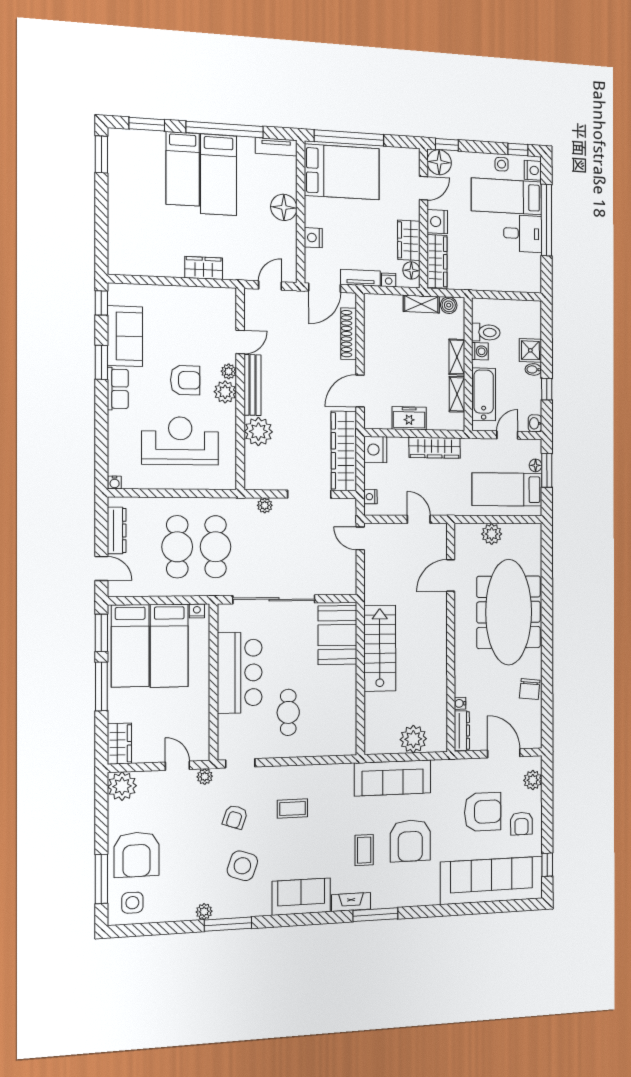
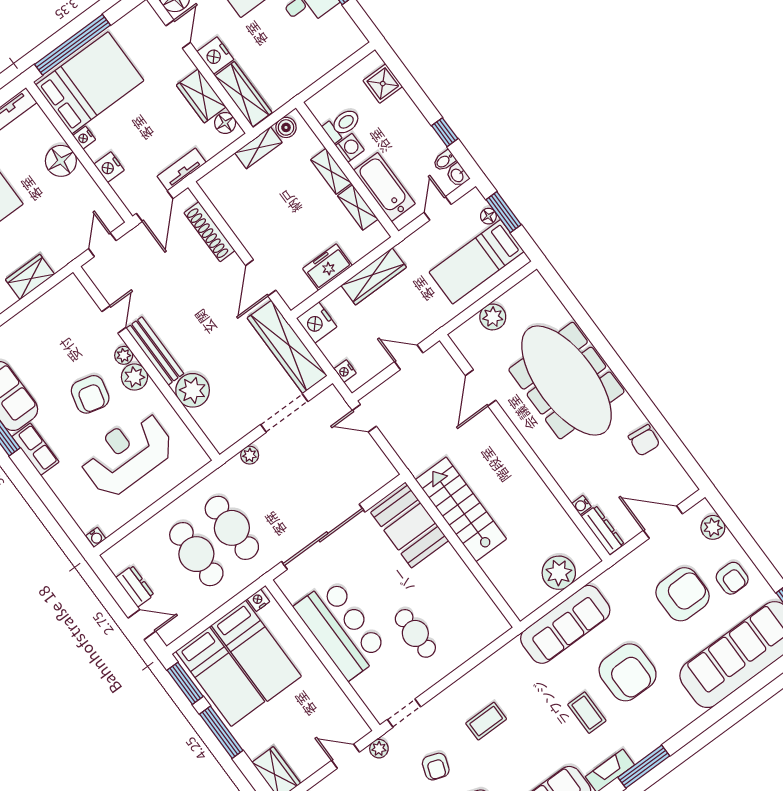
nightstand: (389, 280) -> (84, 138), moved, turned 90
shower: (530, 350) -> (383, 84), moved
bidet: (533, 369) -> (444, 161), moved
armchair: (185, 380) -> (90, 394), turned 104
dresser: (117, 530) -> (135, 586), width x0.70

